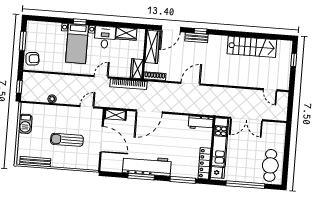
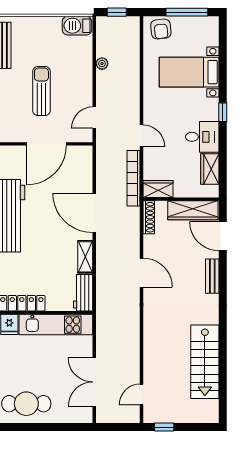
window: (80, 22) -> (223, 112), moved
window: (201, 31) -> (223, 282), removed
window: (23, 41) -> (187, 12), width x1.44
bed with nightstands: (77, 44) -> (189, 72), moved
window: (294, 60) -> (164, 427), moved
door: (87, 107) -> (94, 118), swing flipped
shelving: (115, 115) -> (85, 257), moved
double door: (246, 119) -> (94, 382), moved
barbecue: (25, 124) -> (77, 26), moved

